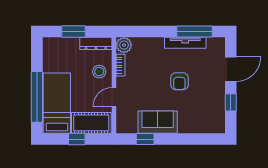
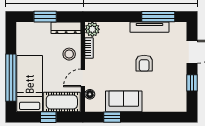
floor lamp: (121, 115) -> (90, 94), added

